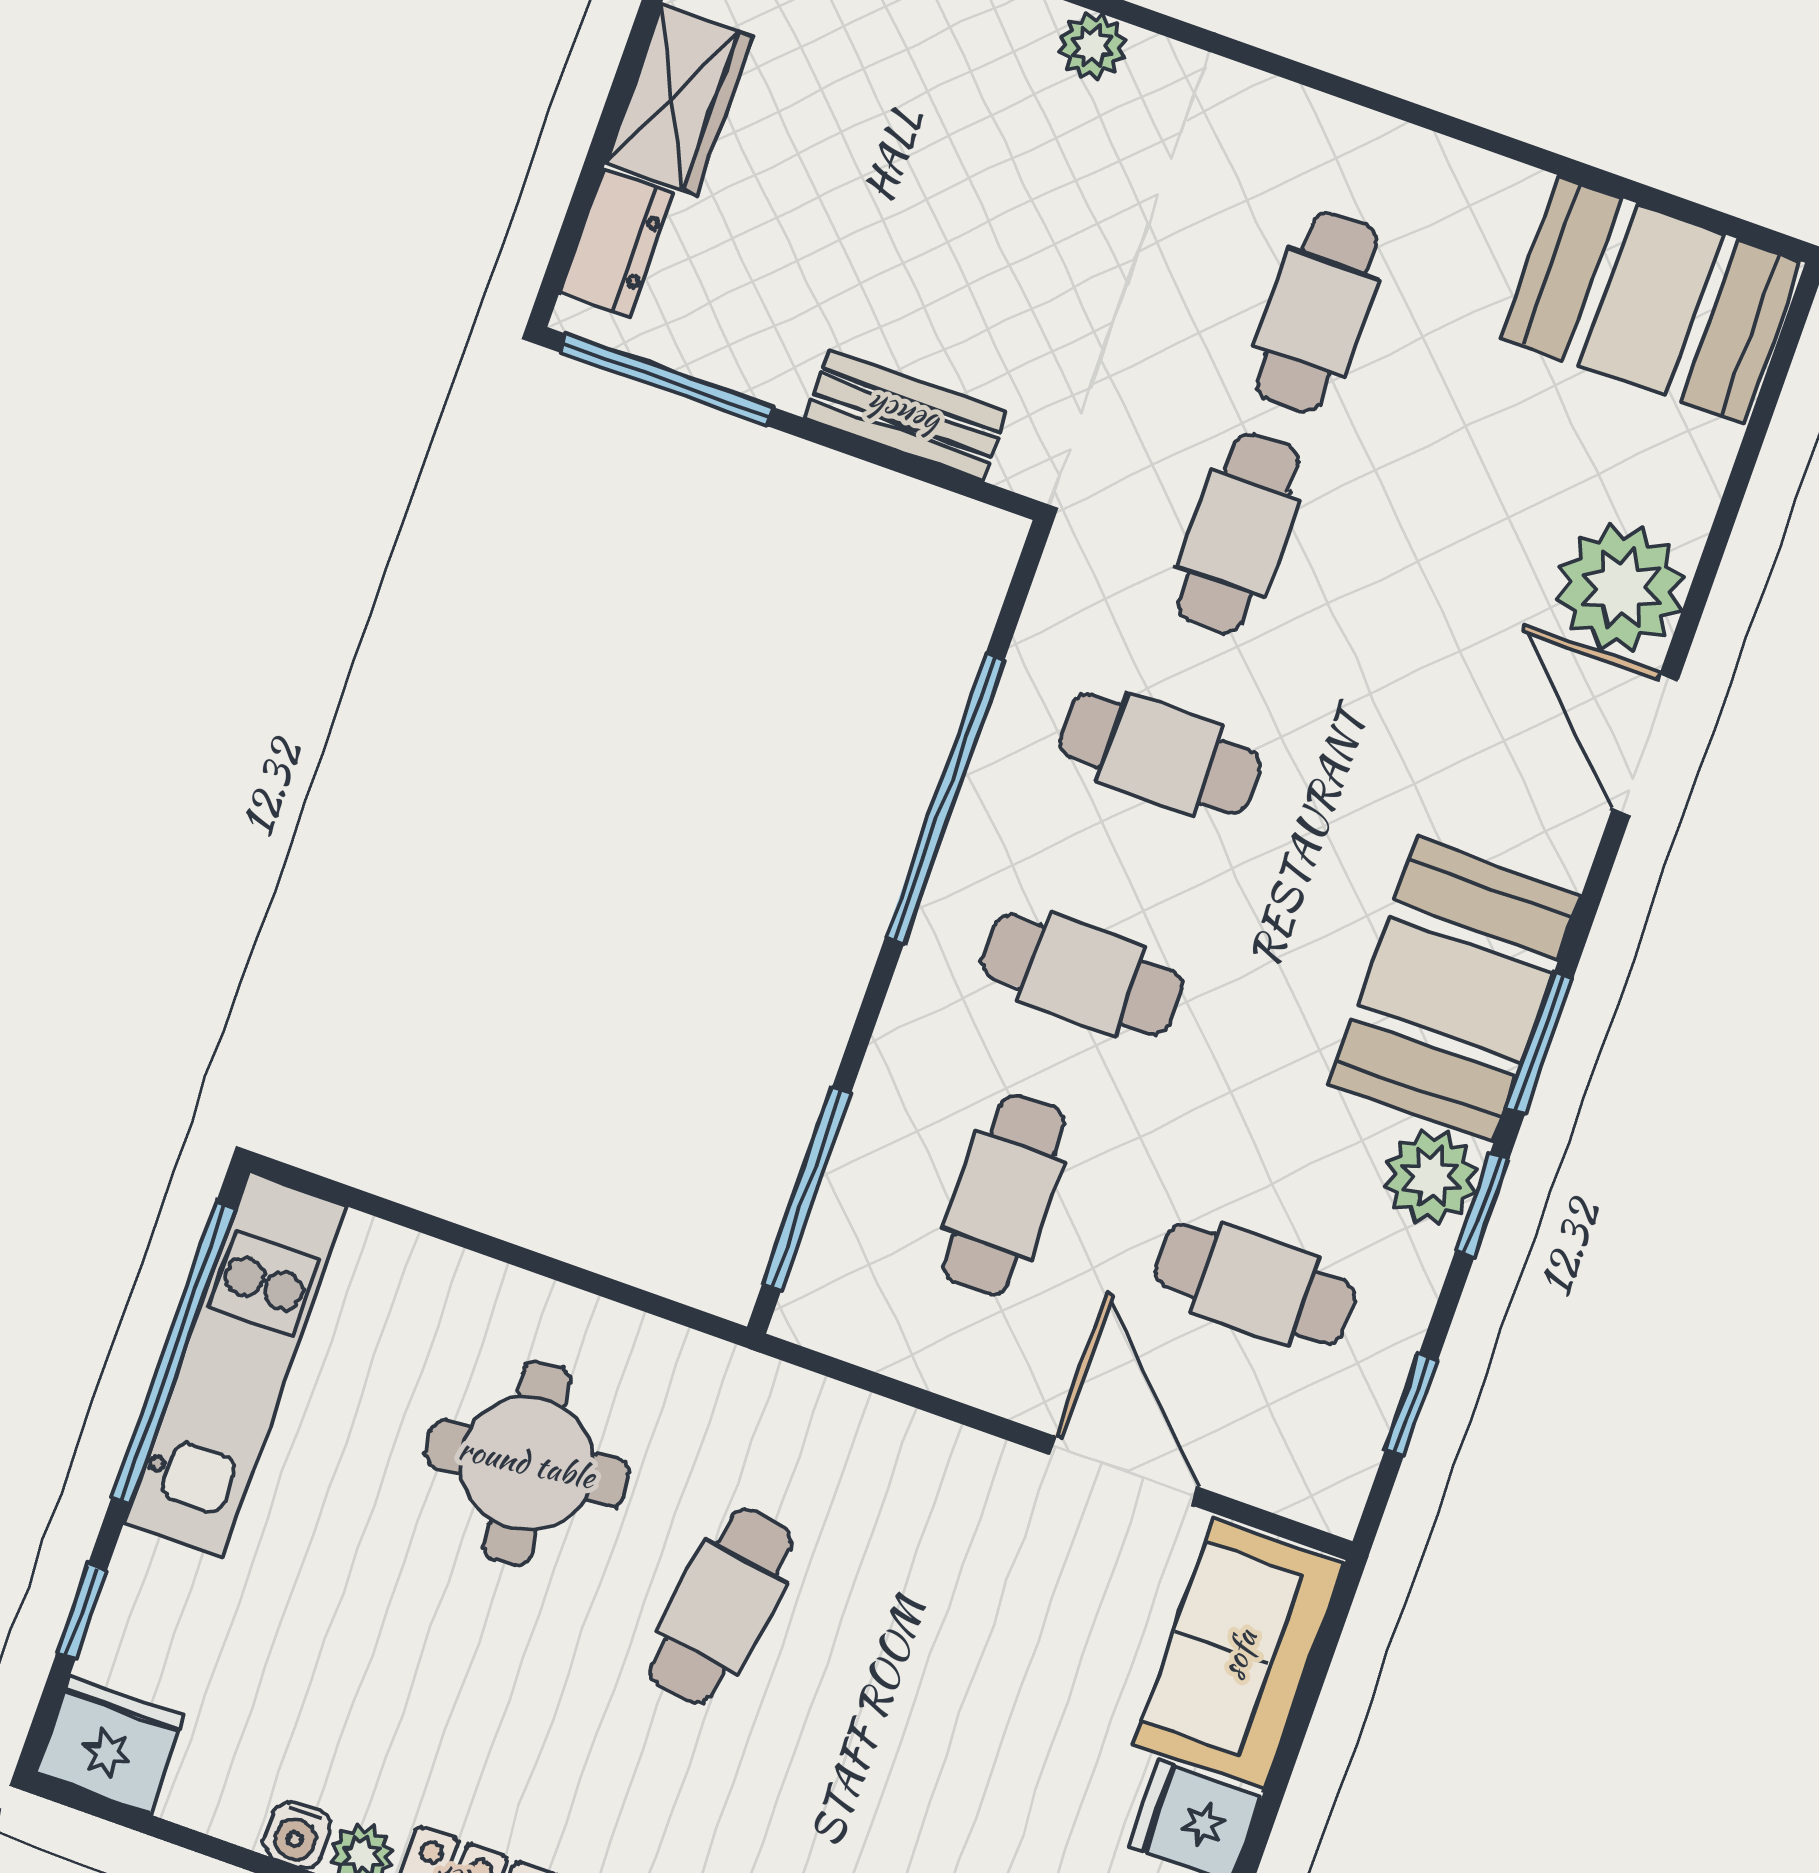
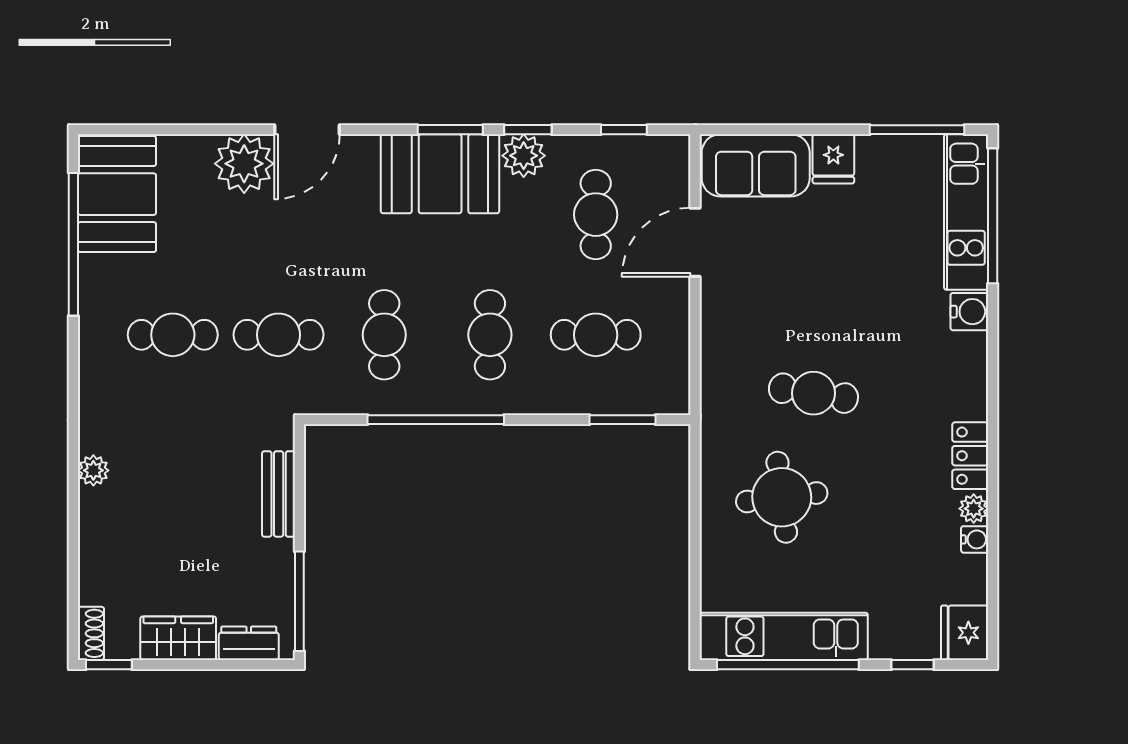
window: (1579, 172) -> (73, 244), added
window: (807, 1188) -> (622, 420), width x0.69

